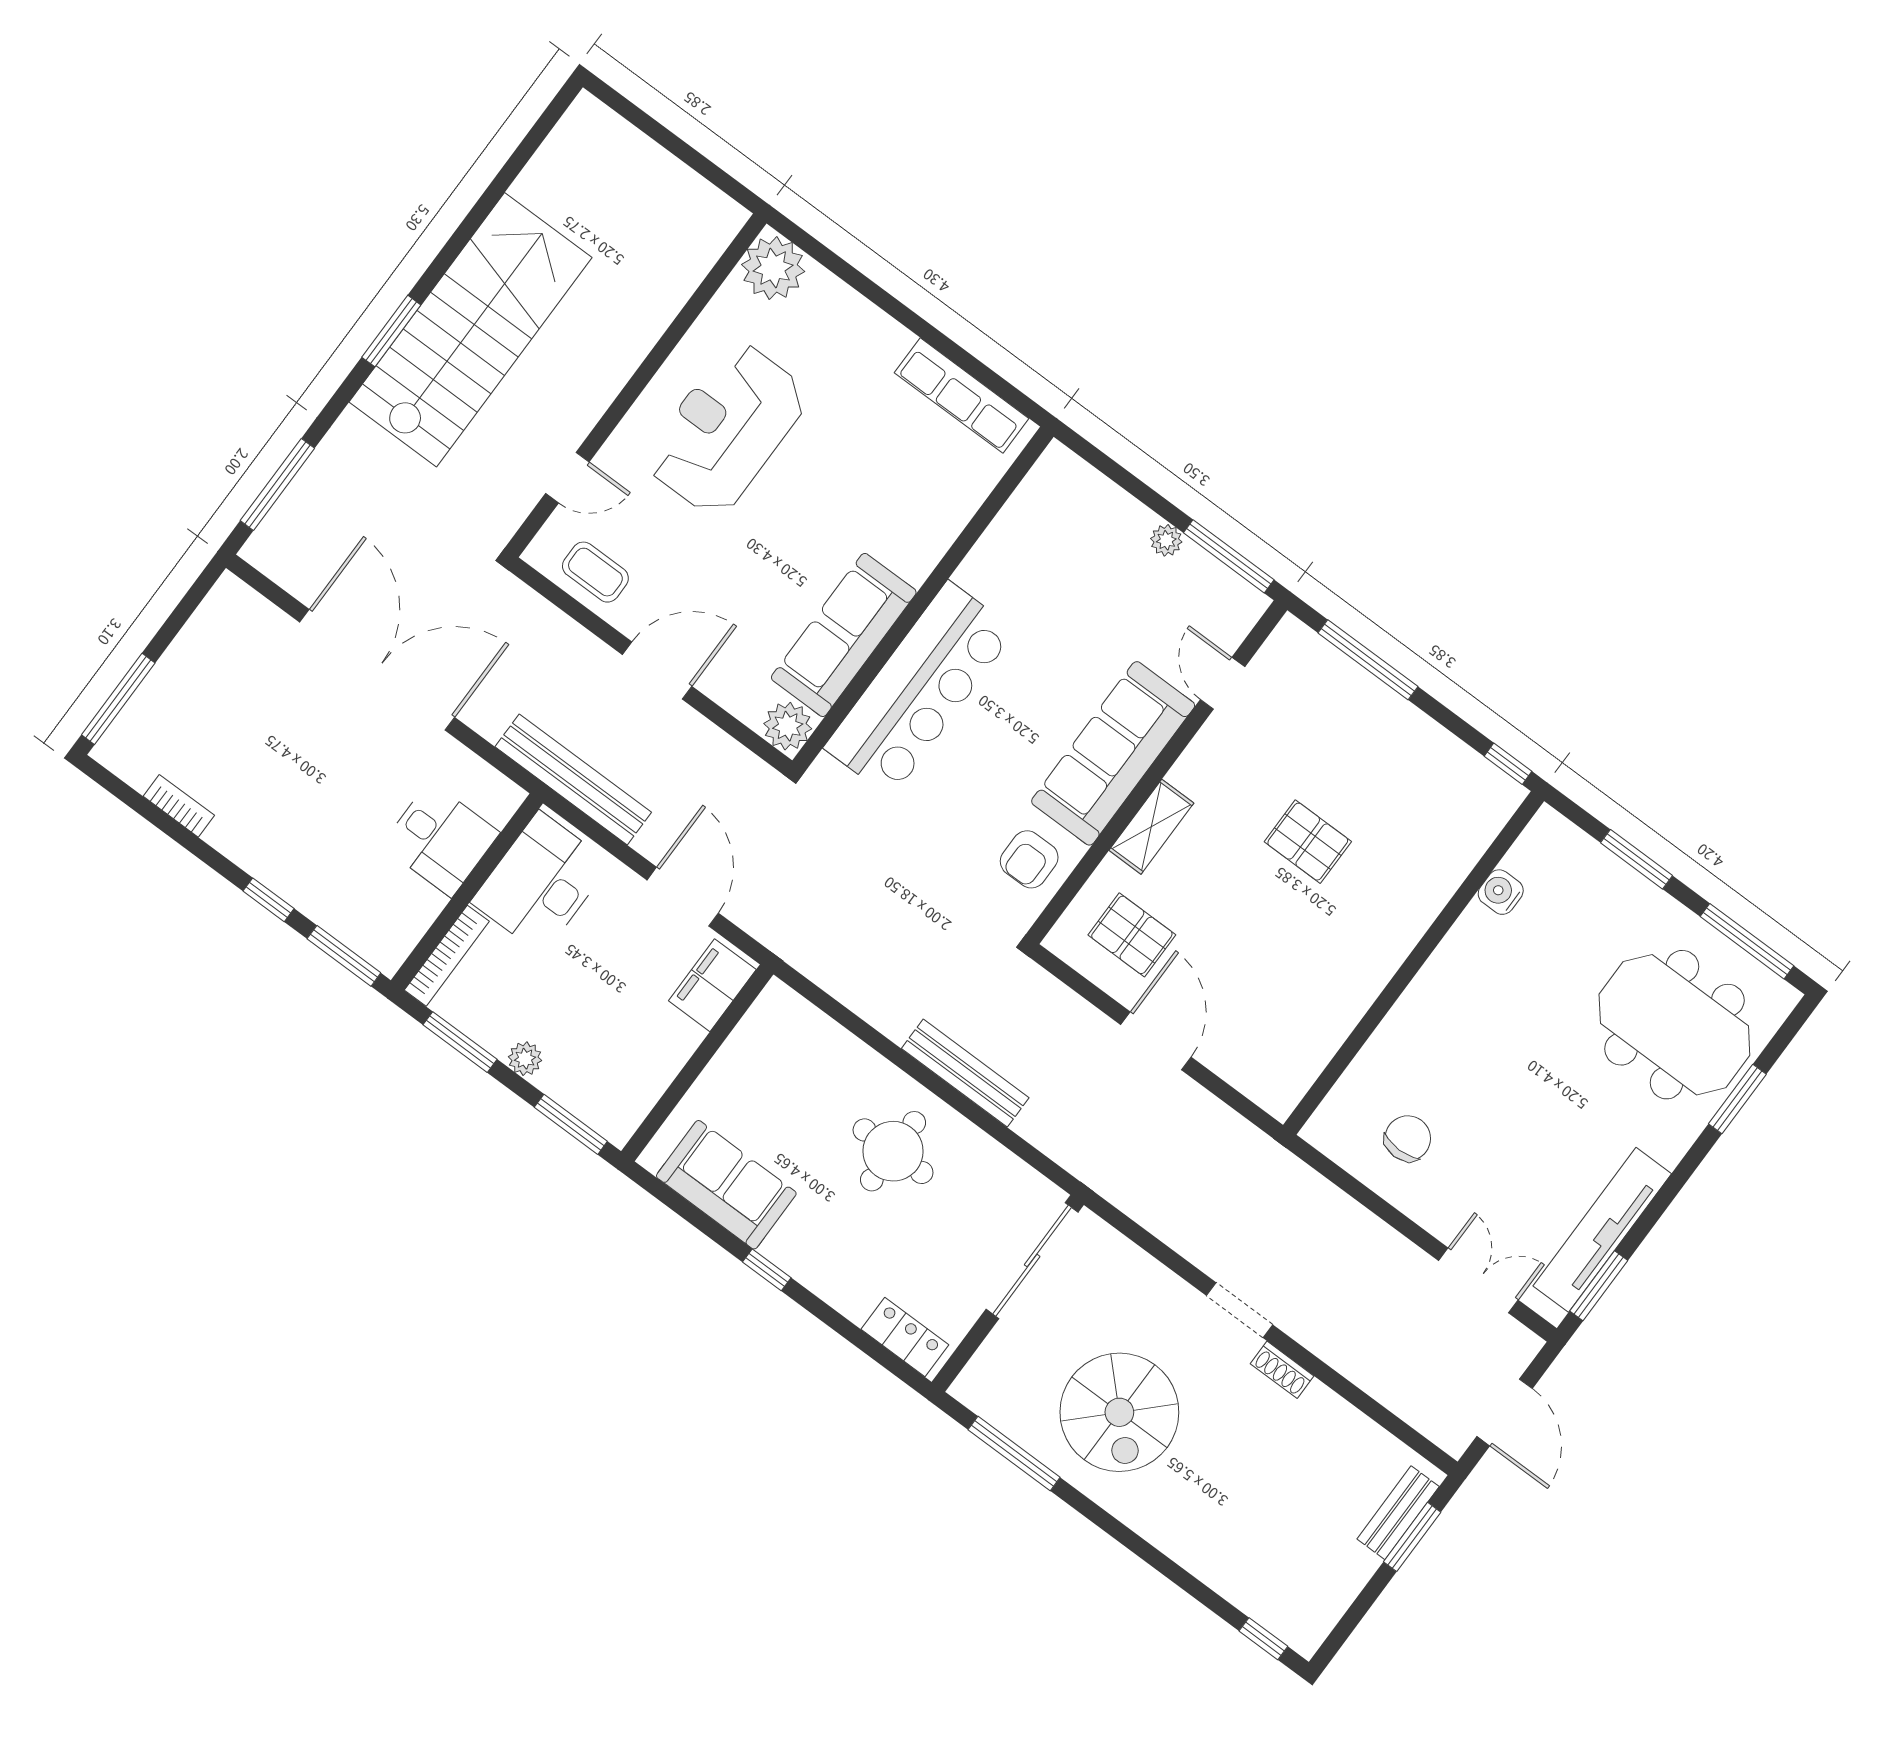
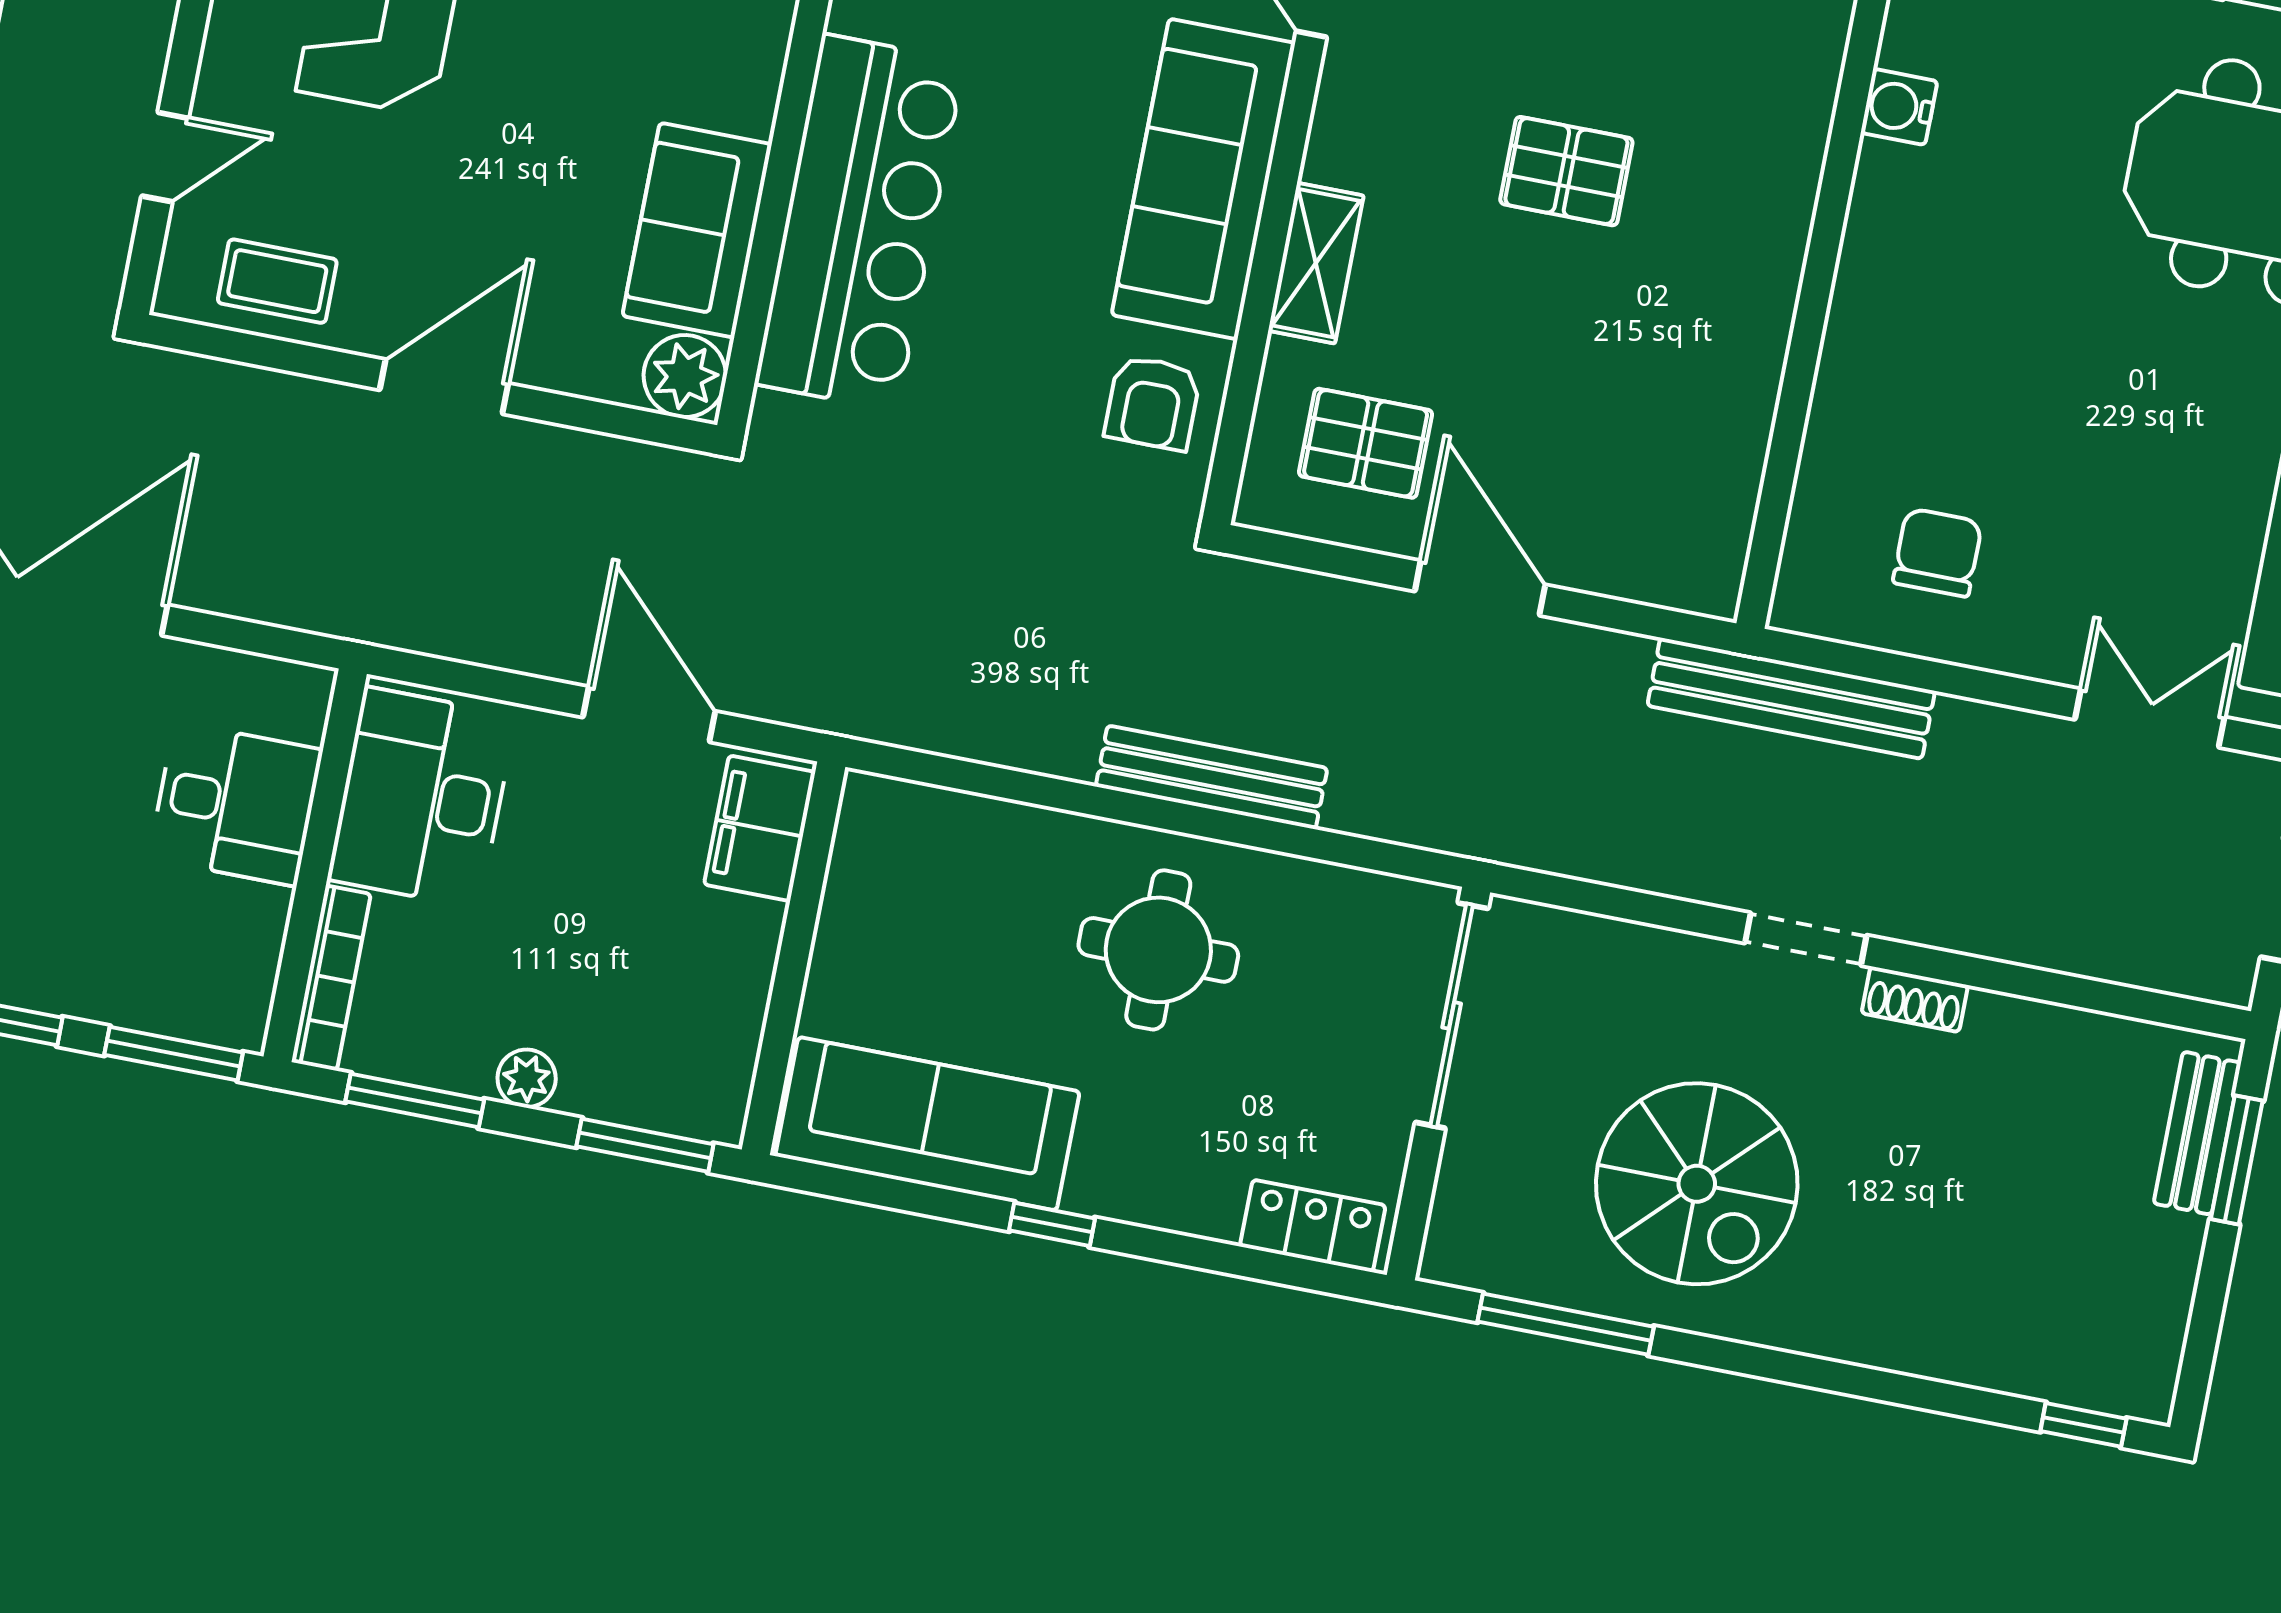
sofa: (844, 635) -> (697, 230), width x0.73
bench: (573, 779) -> (1791, 698), moved
sofa: (726, 1185) -> (927, 1124), width x1.36

